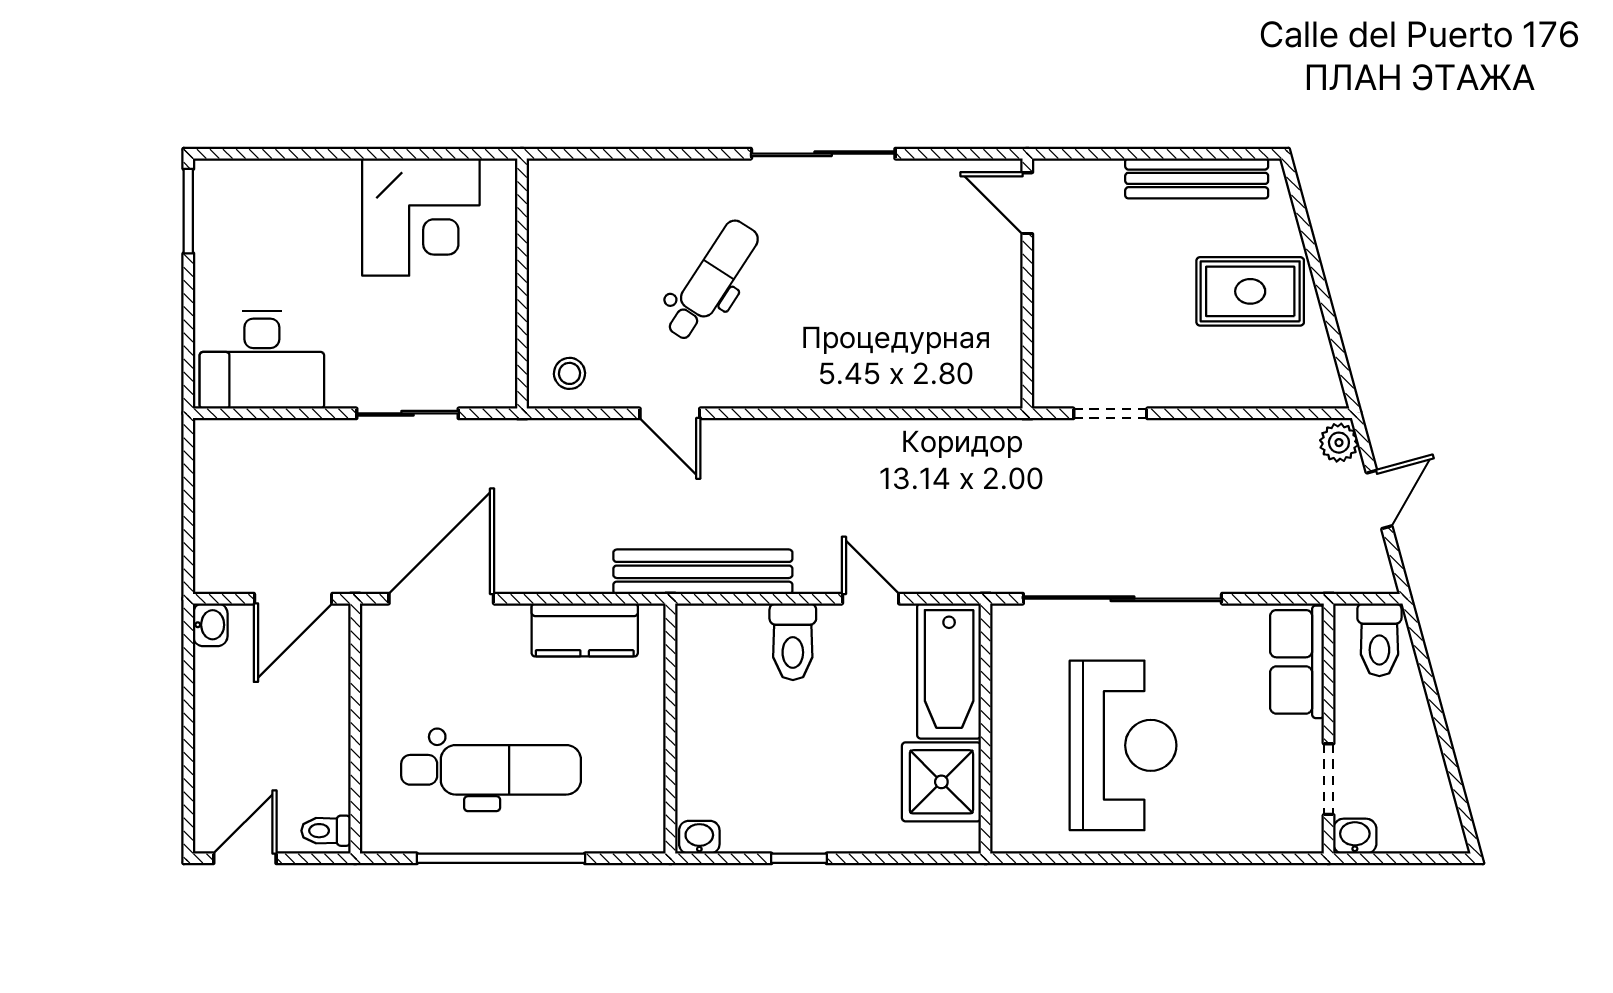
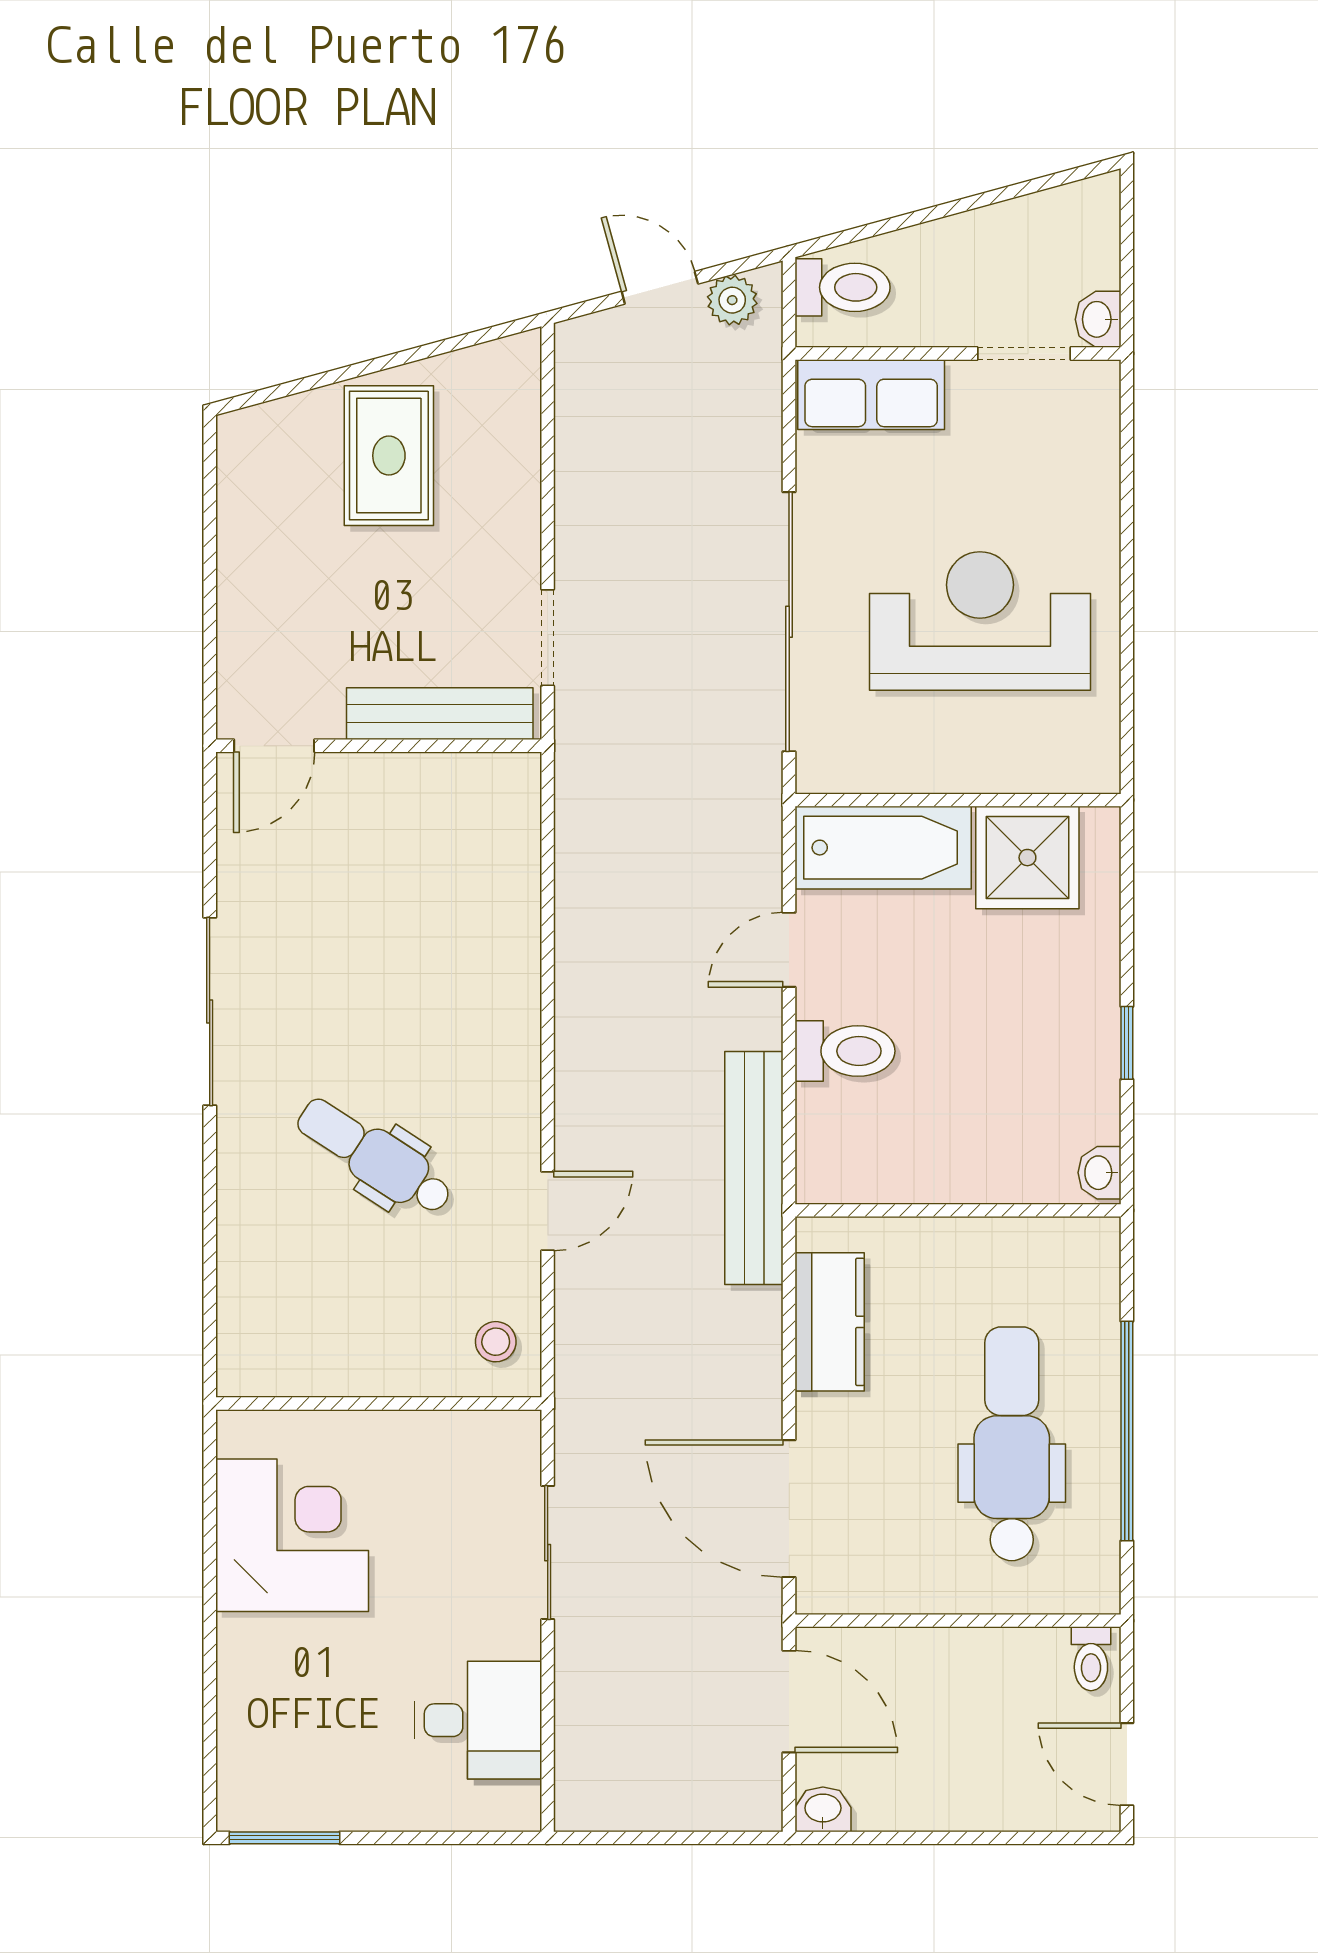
bench: (1197, 178) -> (440, 714), moved, turned 90
desk: (262, 360) -> (478, 1720), width x0.73
plant: (1339, 443) -> (732, 300), moved

